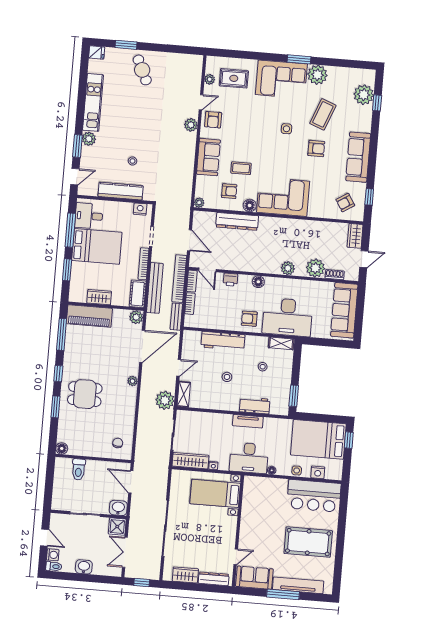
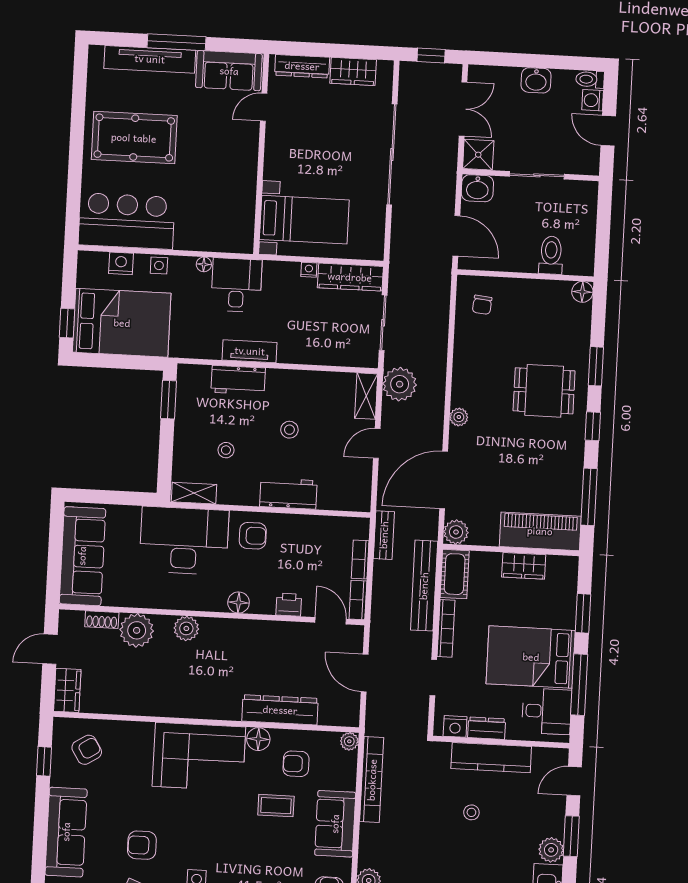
dresser: (123, 208) -> (487, 728), added
bookcase: (179, 279) -> (372, 780), moved
workbench: (223, 341) -> (288, 494), width x0.73
desk: (249, 458) -> (236, 285), width x0.73

